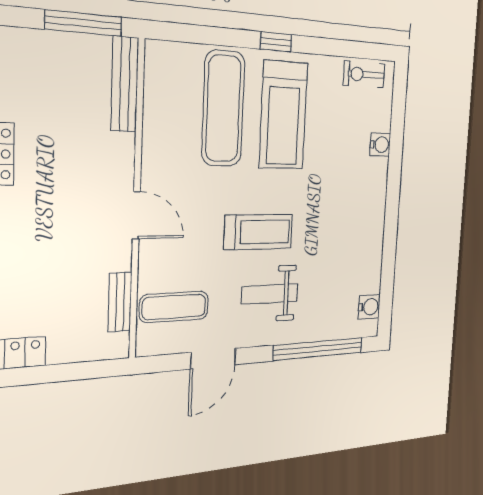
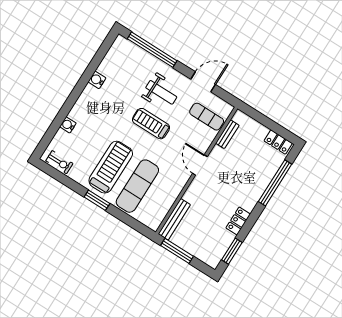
window: (276, 42) -> (97, 200), width x1.50
water cooler: (369, 307) -> (97, 80), moved

